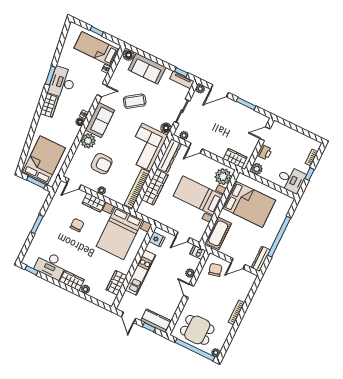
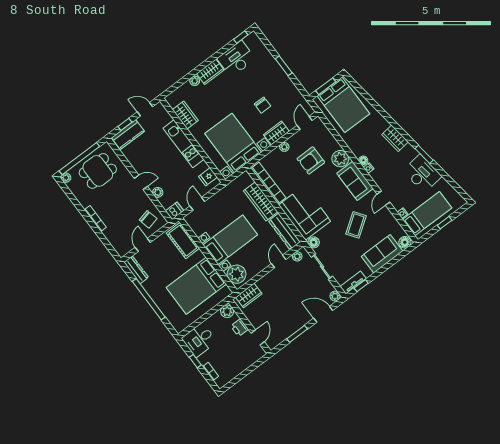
desk: (62, 82) -> (422, 174), moved
door: (220, 91) -> (323, 314), hinge flipped

